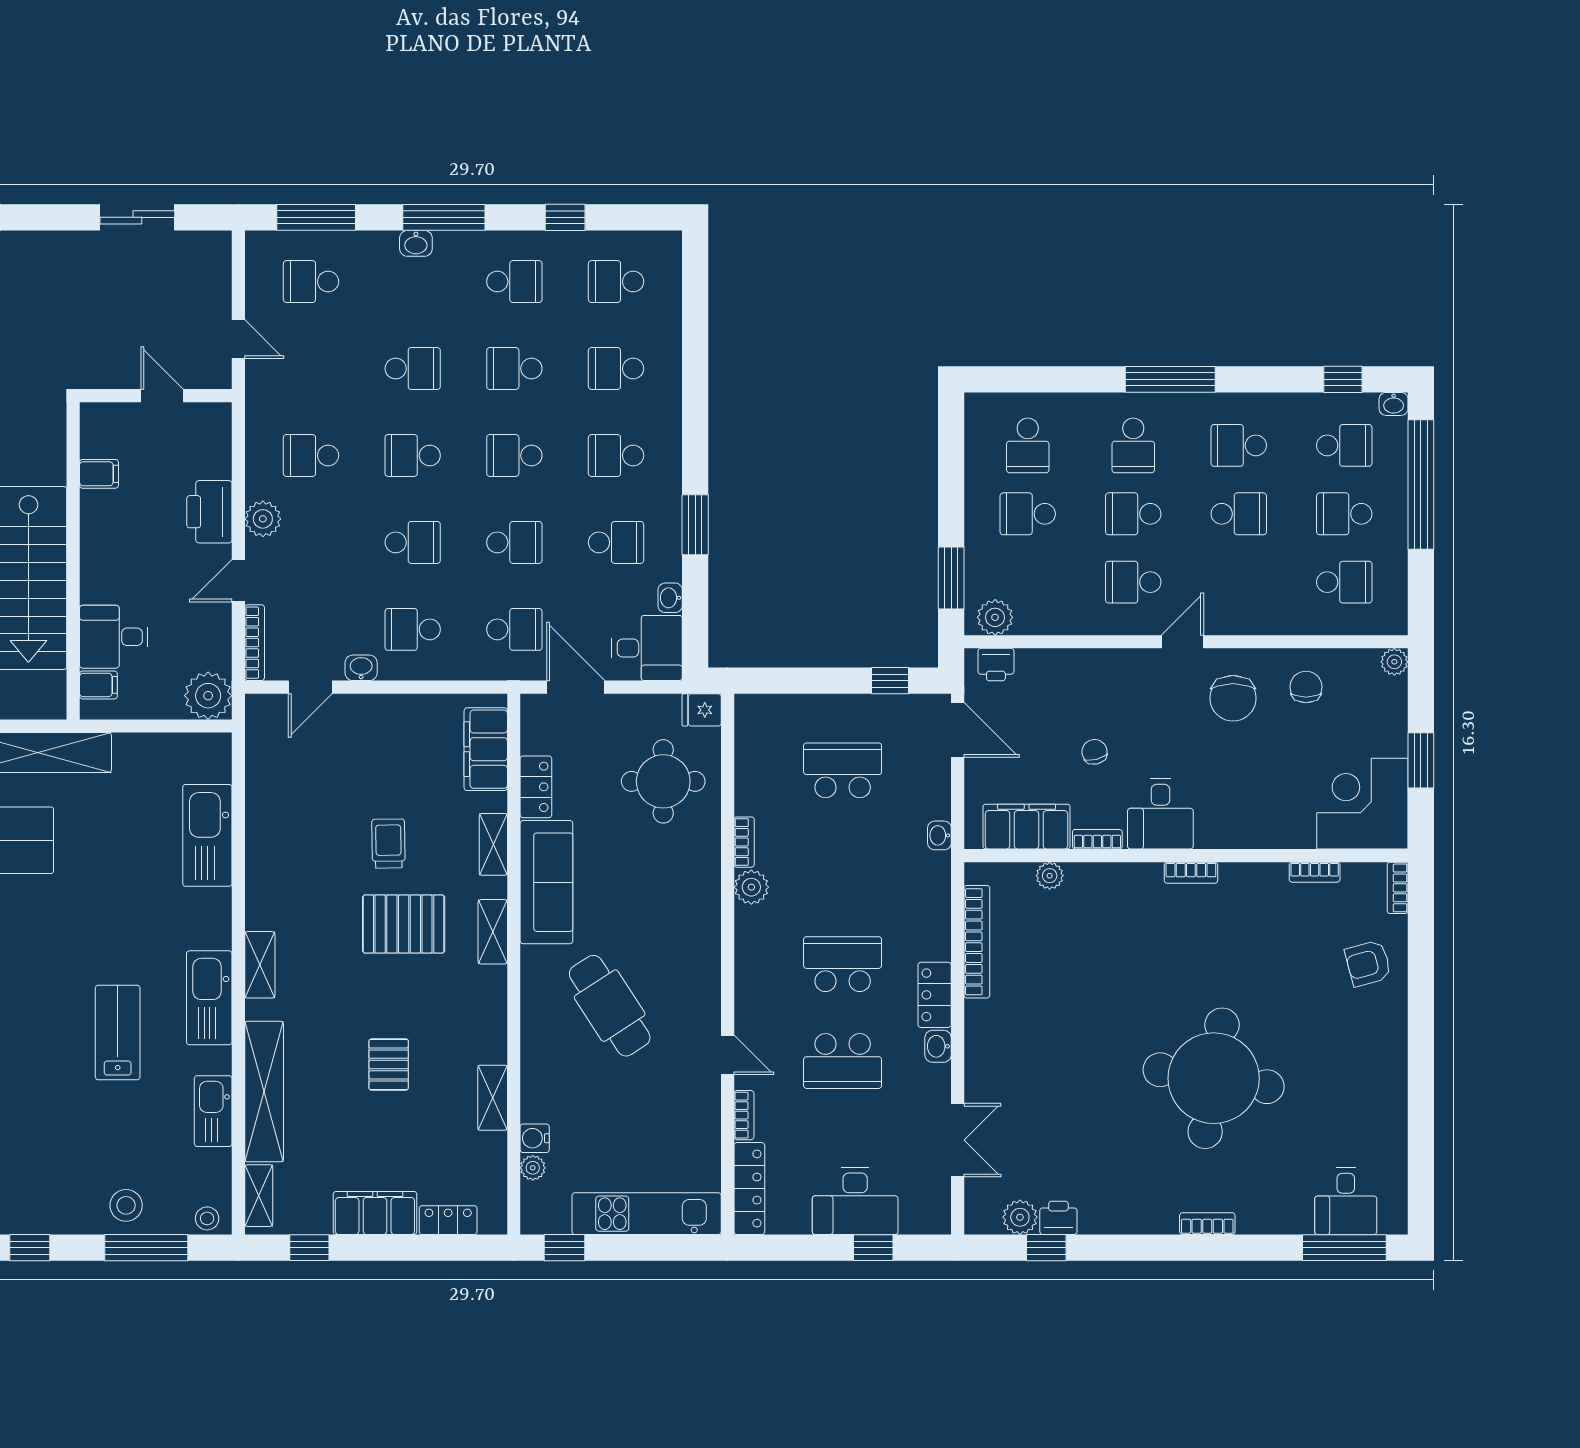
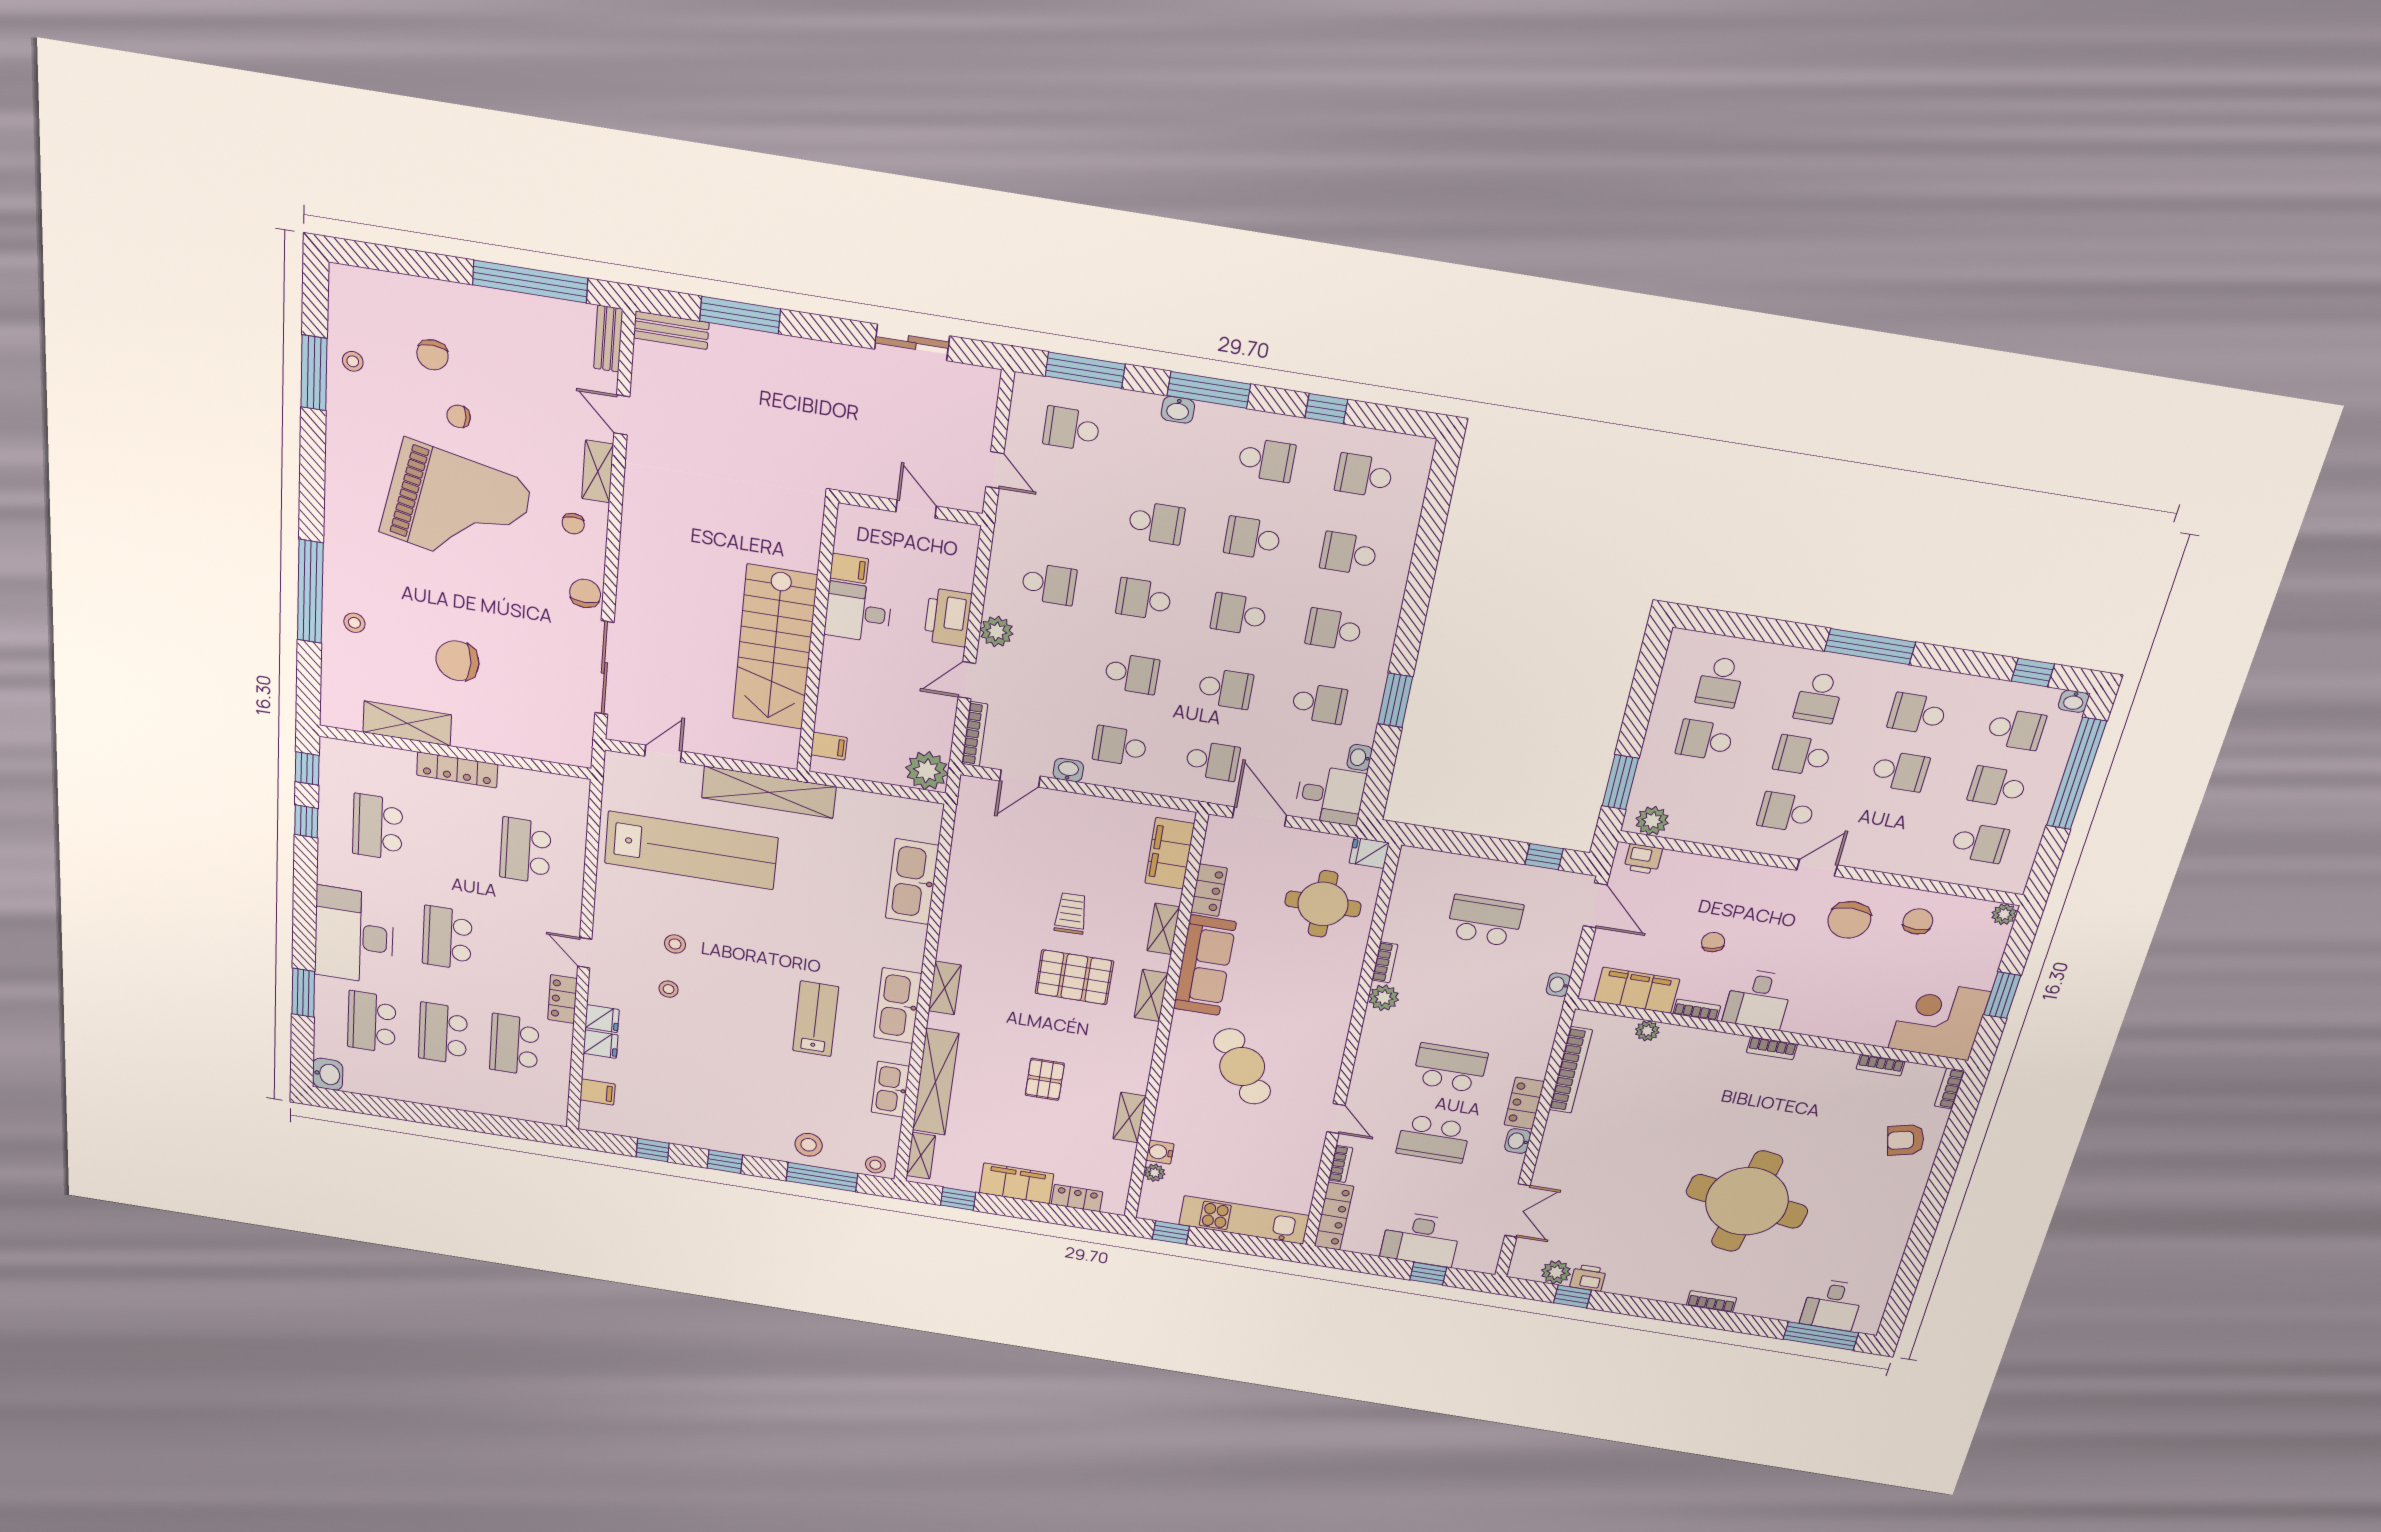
school desk: (311, 455) -> (1049, 584), turned 180
desk: (114, 637) -> (858, 613), moved

